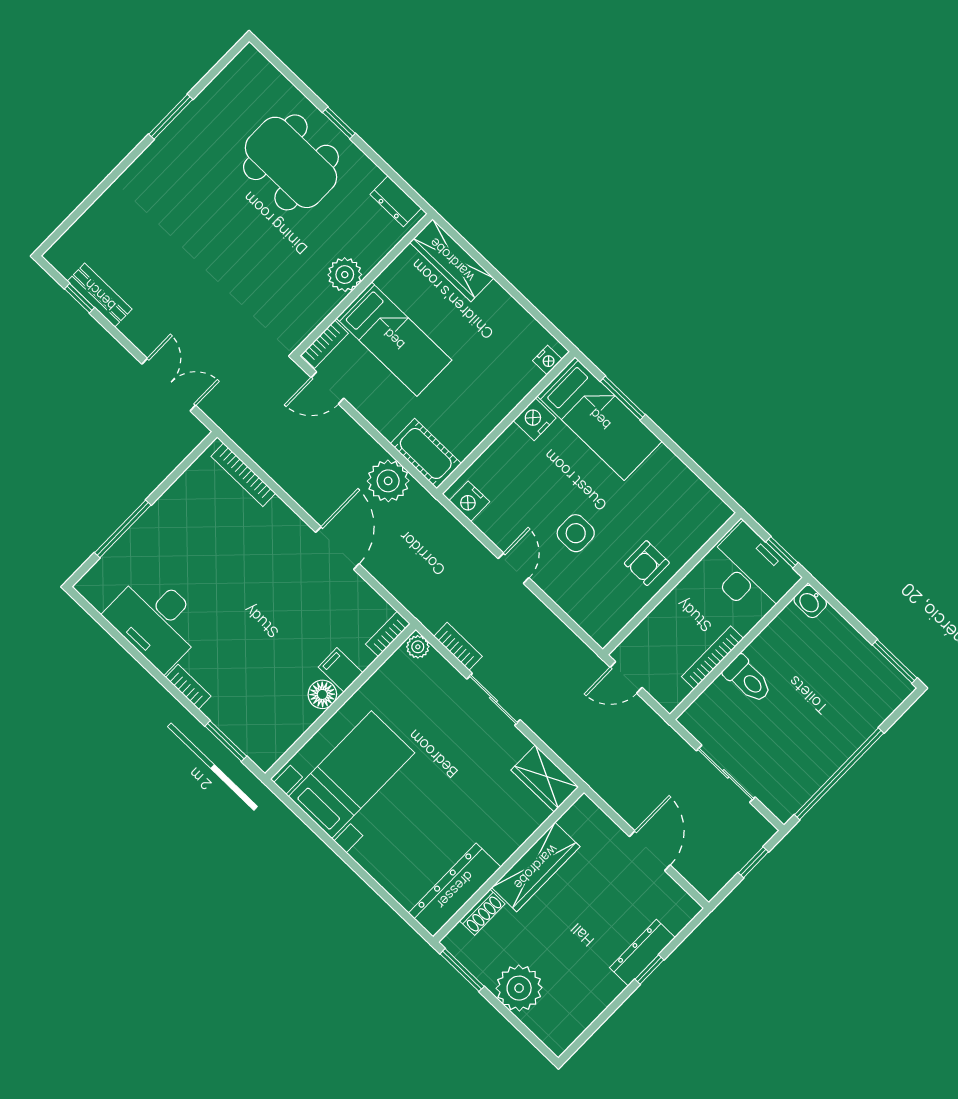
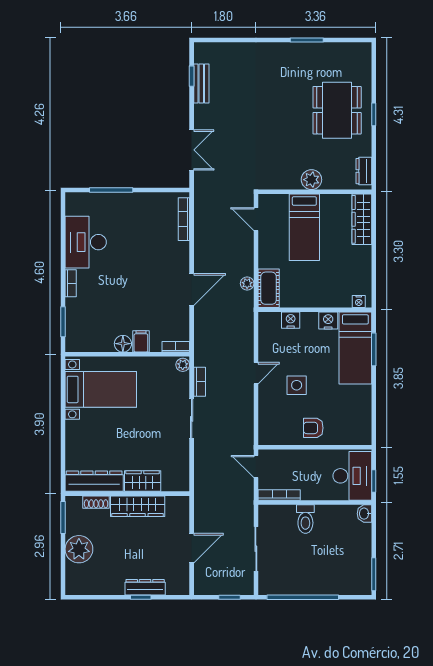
bookcase: (325, 344) -> (273, 200), removed
plant: (388, 481) -> (247, 283), width x0.53, depth x0.53
nightstand: (469, 501) -> (291, 320), moved, turned 90
bookcase: (712, 658) -> (279, 495), moved
wardrobe: (545, 779) -> (143, 481), moved, turned 90

